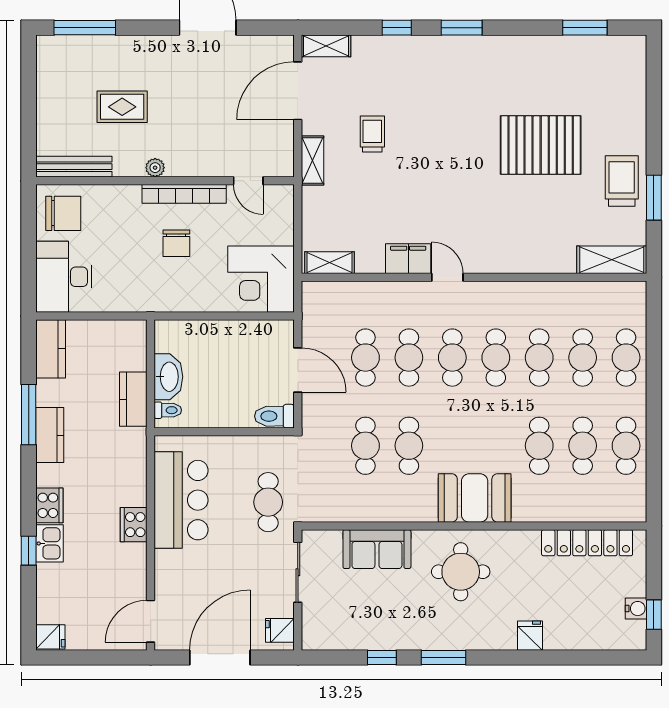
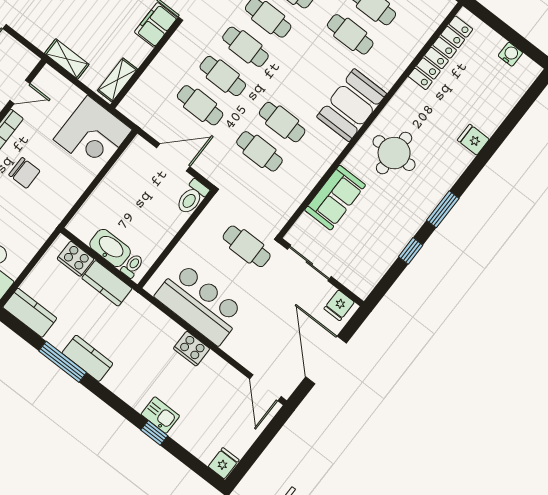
shelving: (313, 161) -> (67, 59), moved
cooker: (49, 505) -> (75, 259), moved, turned 180
window: (654, 615) -> (524, 45), removed

